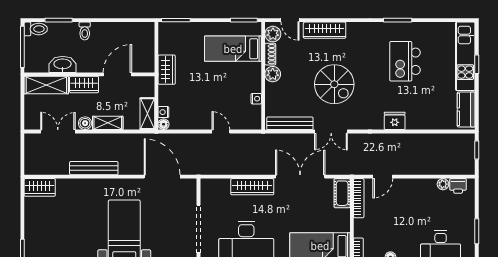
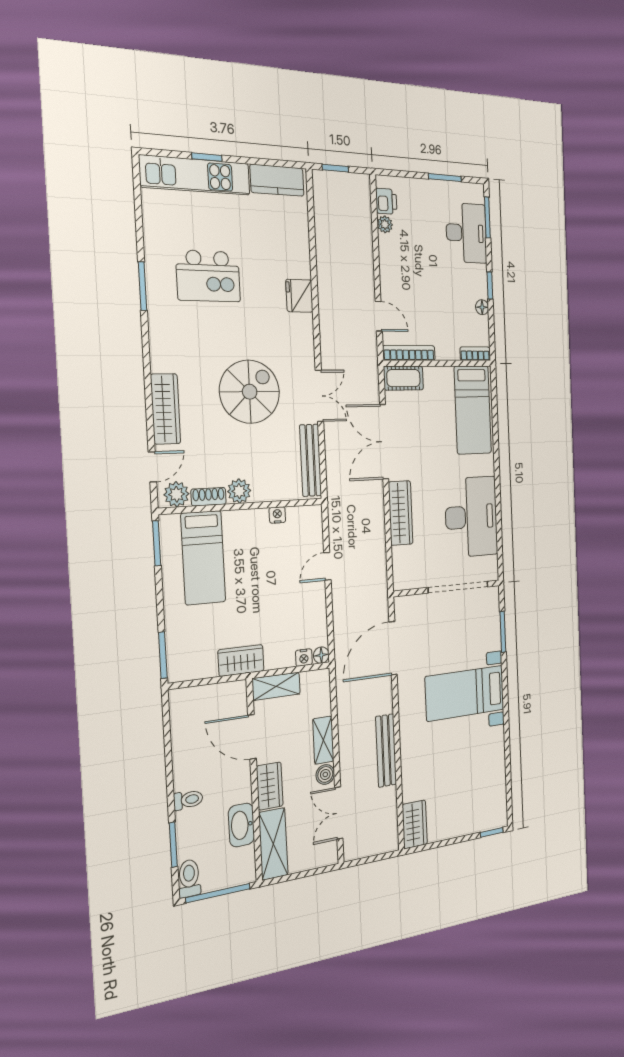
shelving: (147, 114) -> (276, 686), moved

